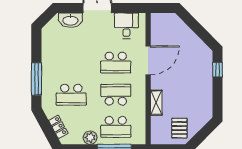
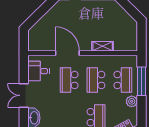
school desk: (116, 63) -> (69, 80), turned 180
pallet: (179, 128) -> (124, 27), removed

